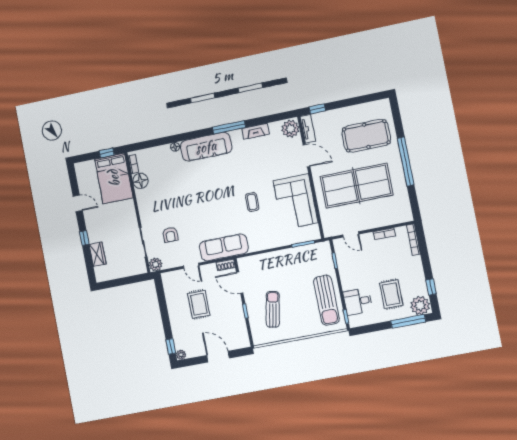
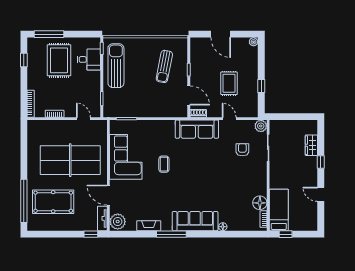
window: (406, 162) -> (24, 201), moved
bed: (114, 178) -> (279, 210), width x0.67
rug: (391, 294) -> (59, 60), width x1.36, depth x1.43
plant: (420, 306) -> (36, 46), removed
window: (171, 346) -> (261, 86), moved

